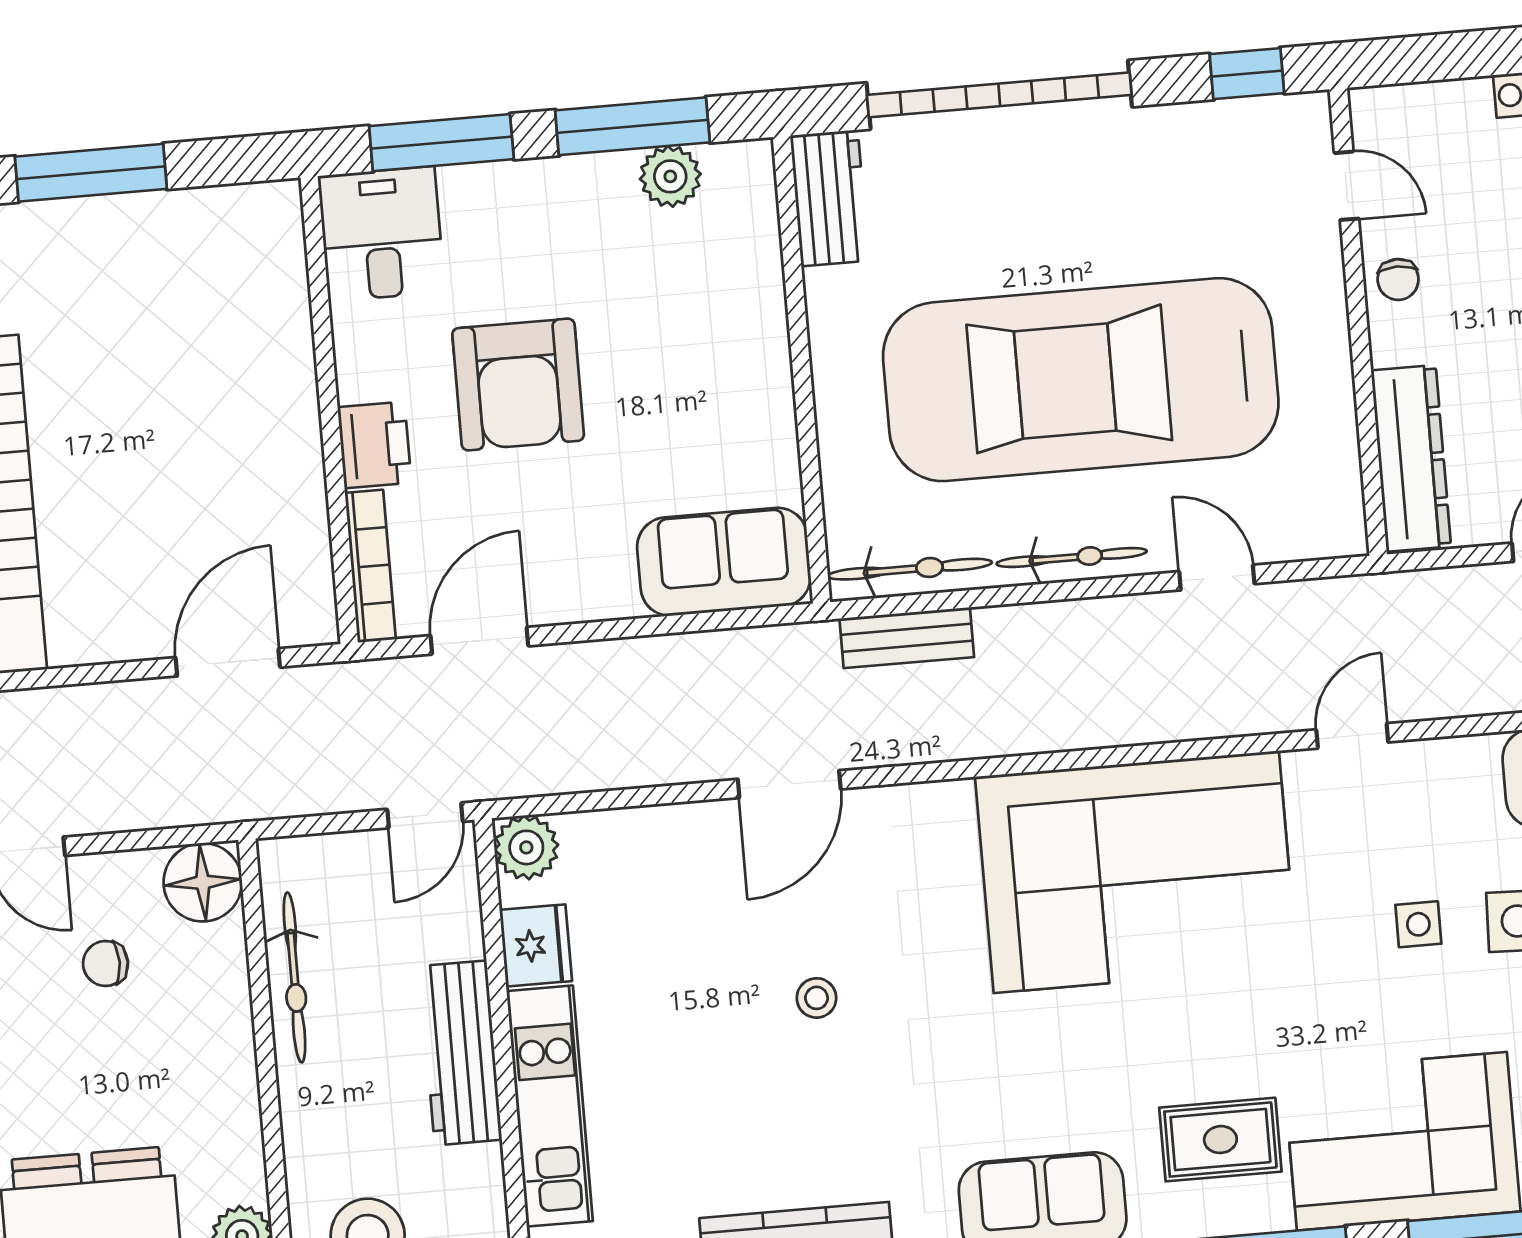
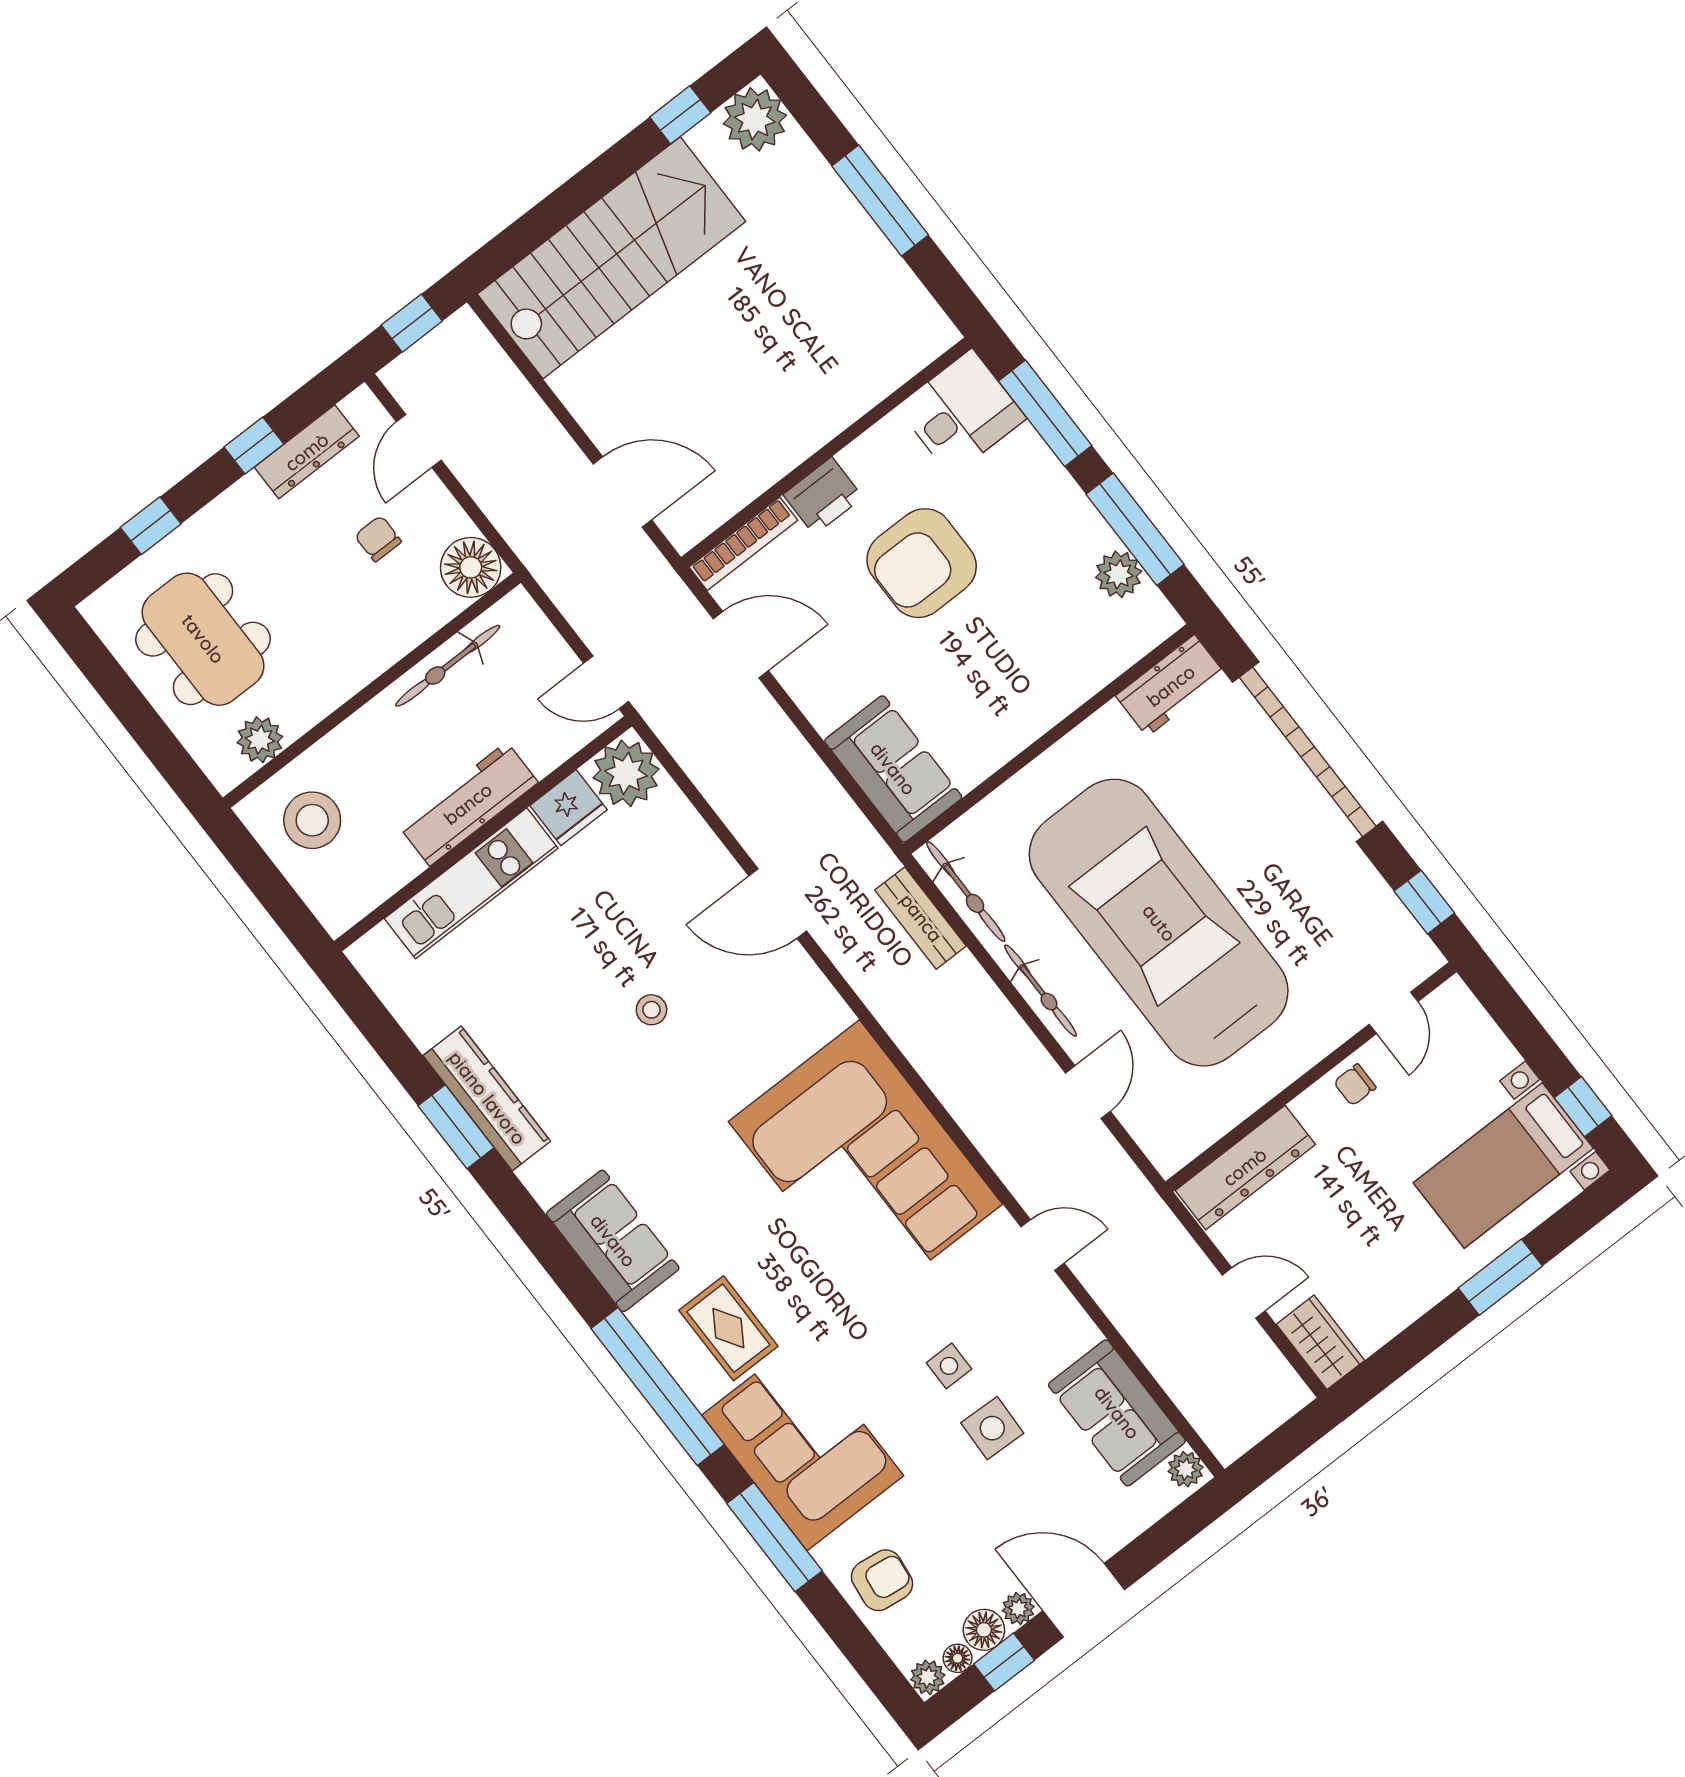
plant: (526, 847) -> (626, 773), width x1.36, depth x1.36

